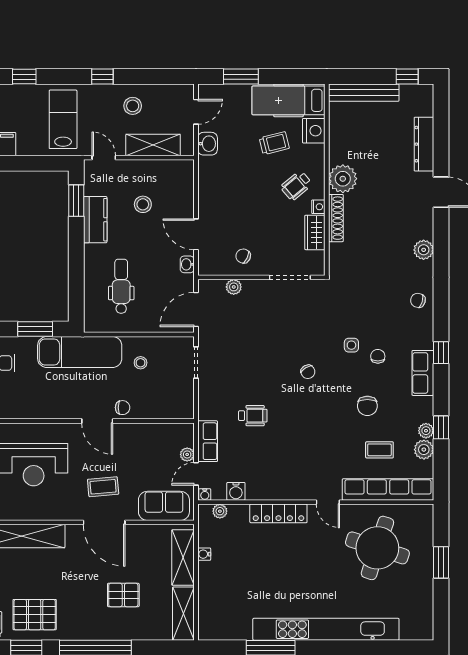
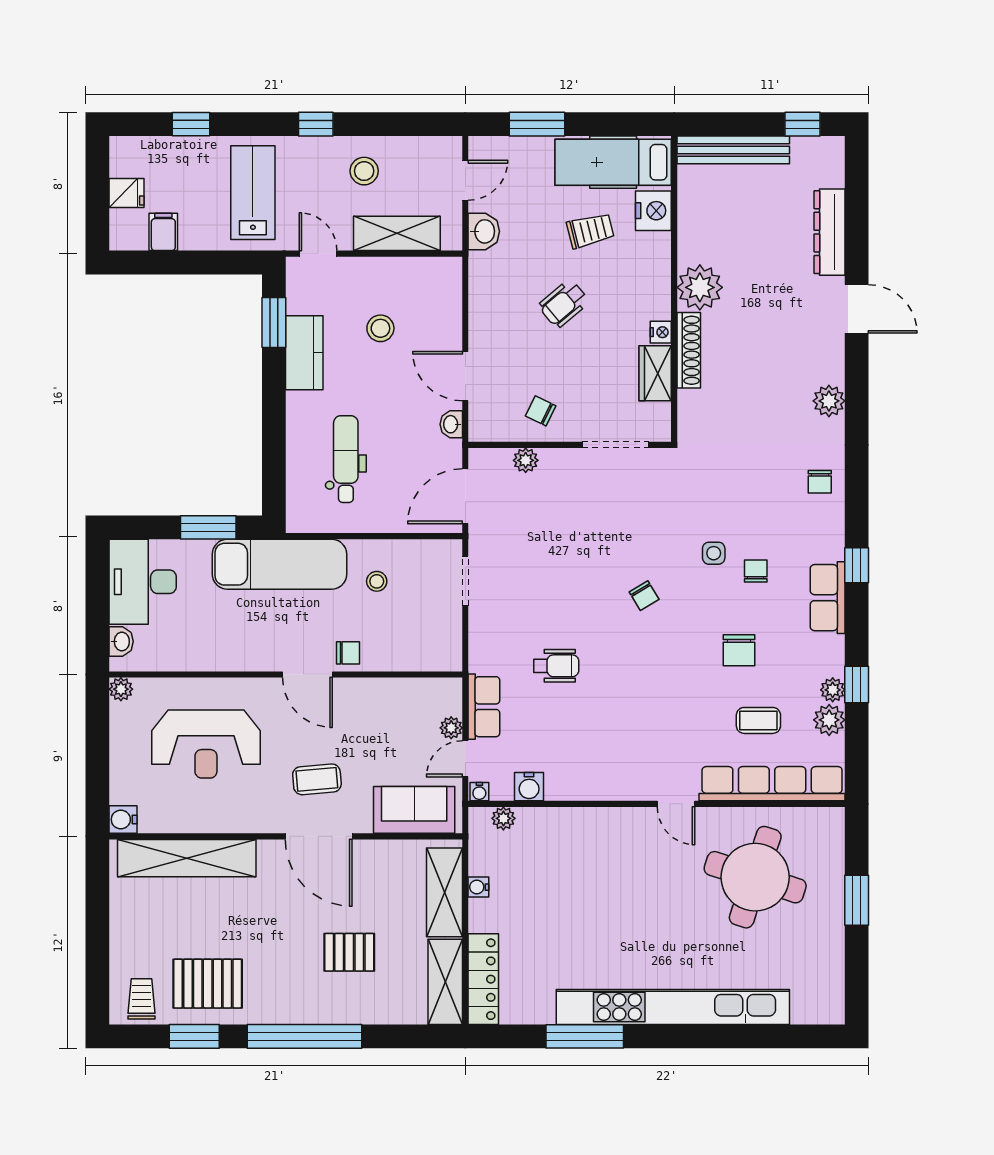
wheelchair: (296, 186) -> (564, 304), moved
chair: (418, 300) -> (820, 482), turned -106
locker: (278, 513) -> (483, 979), moved, turned -90

